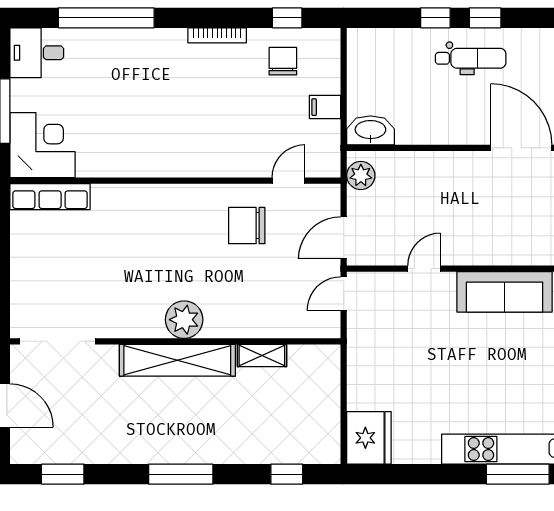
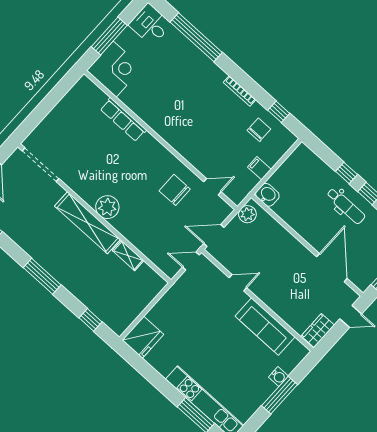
washbasin: (370, 130) -> (267, 195), width x0.72
row of seats: (50, 197) -> (123, 120), moved

